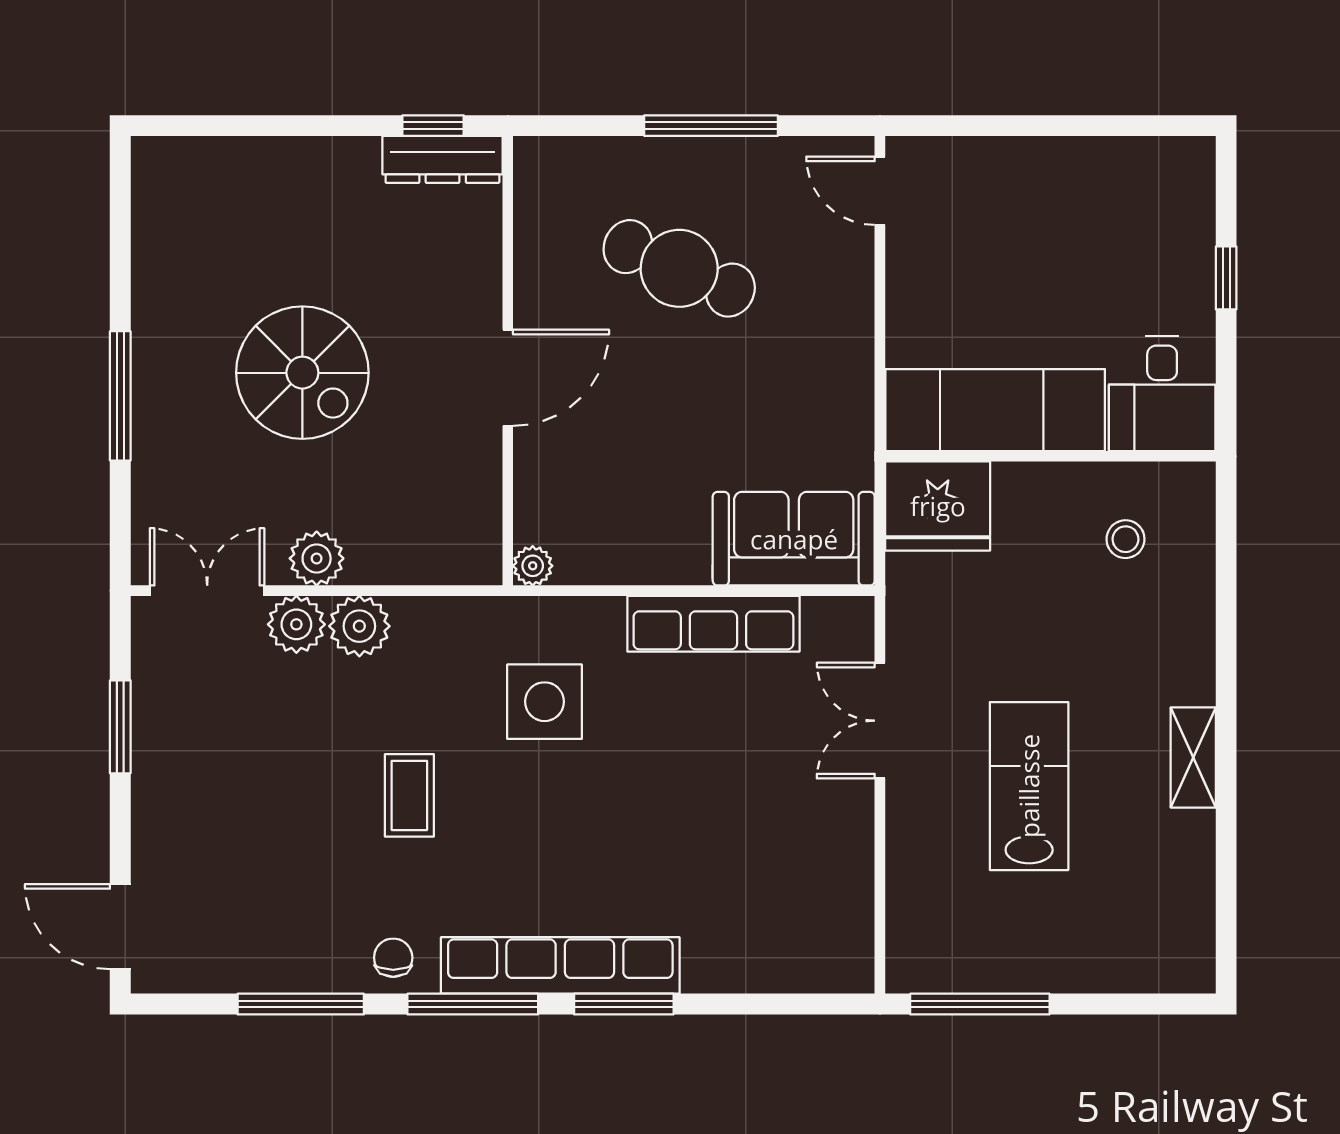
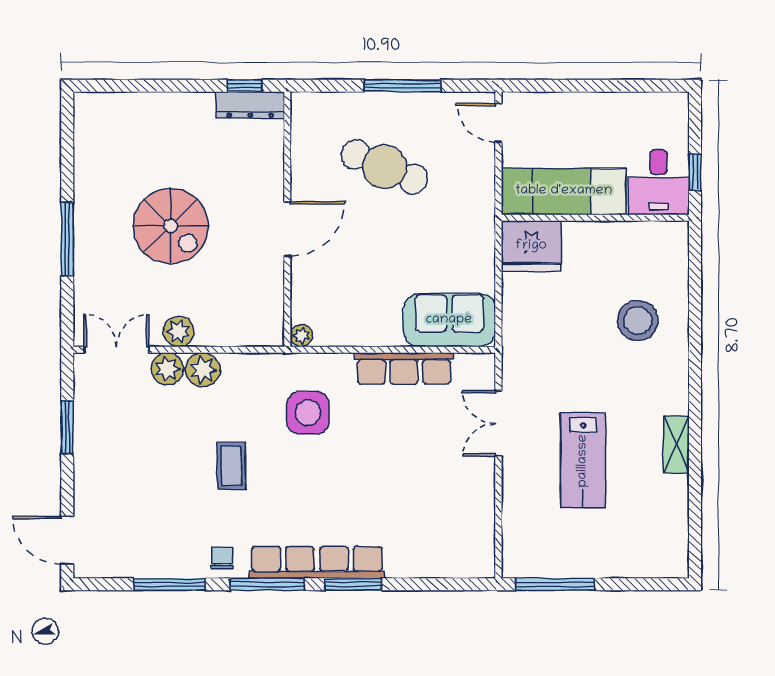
desk: (1162, 394) -> (659, 182), moved
exam couch: (995, 410) -> (564, 191), moved
wall: (1050, 456) -> (595, 218), moved
fridge: (938, 506) -> (531, 246), moved
stool: (1125, 539) -> (638, 320), width x1.89, depth x1.89
lab bench: (1029, 786) -> (583, 461), turned 180

